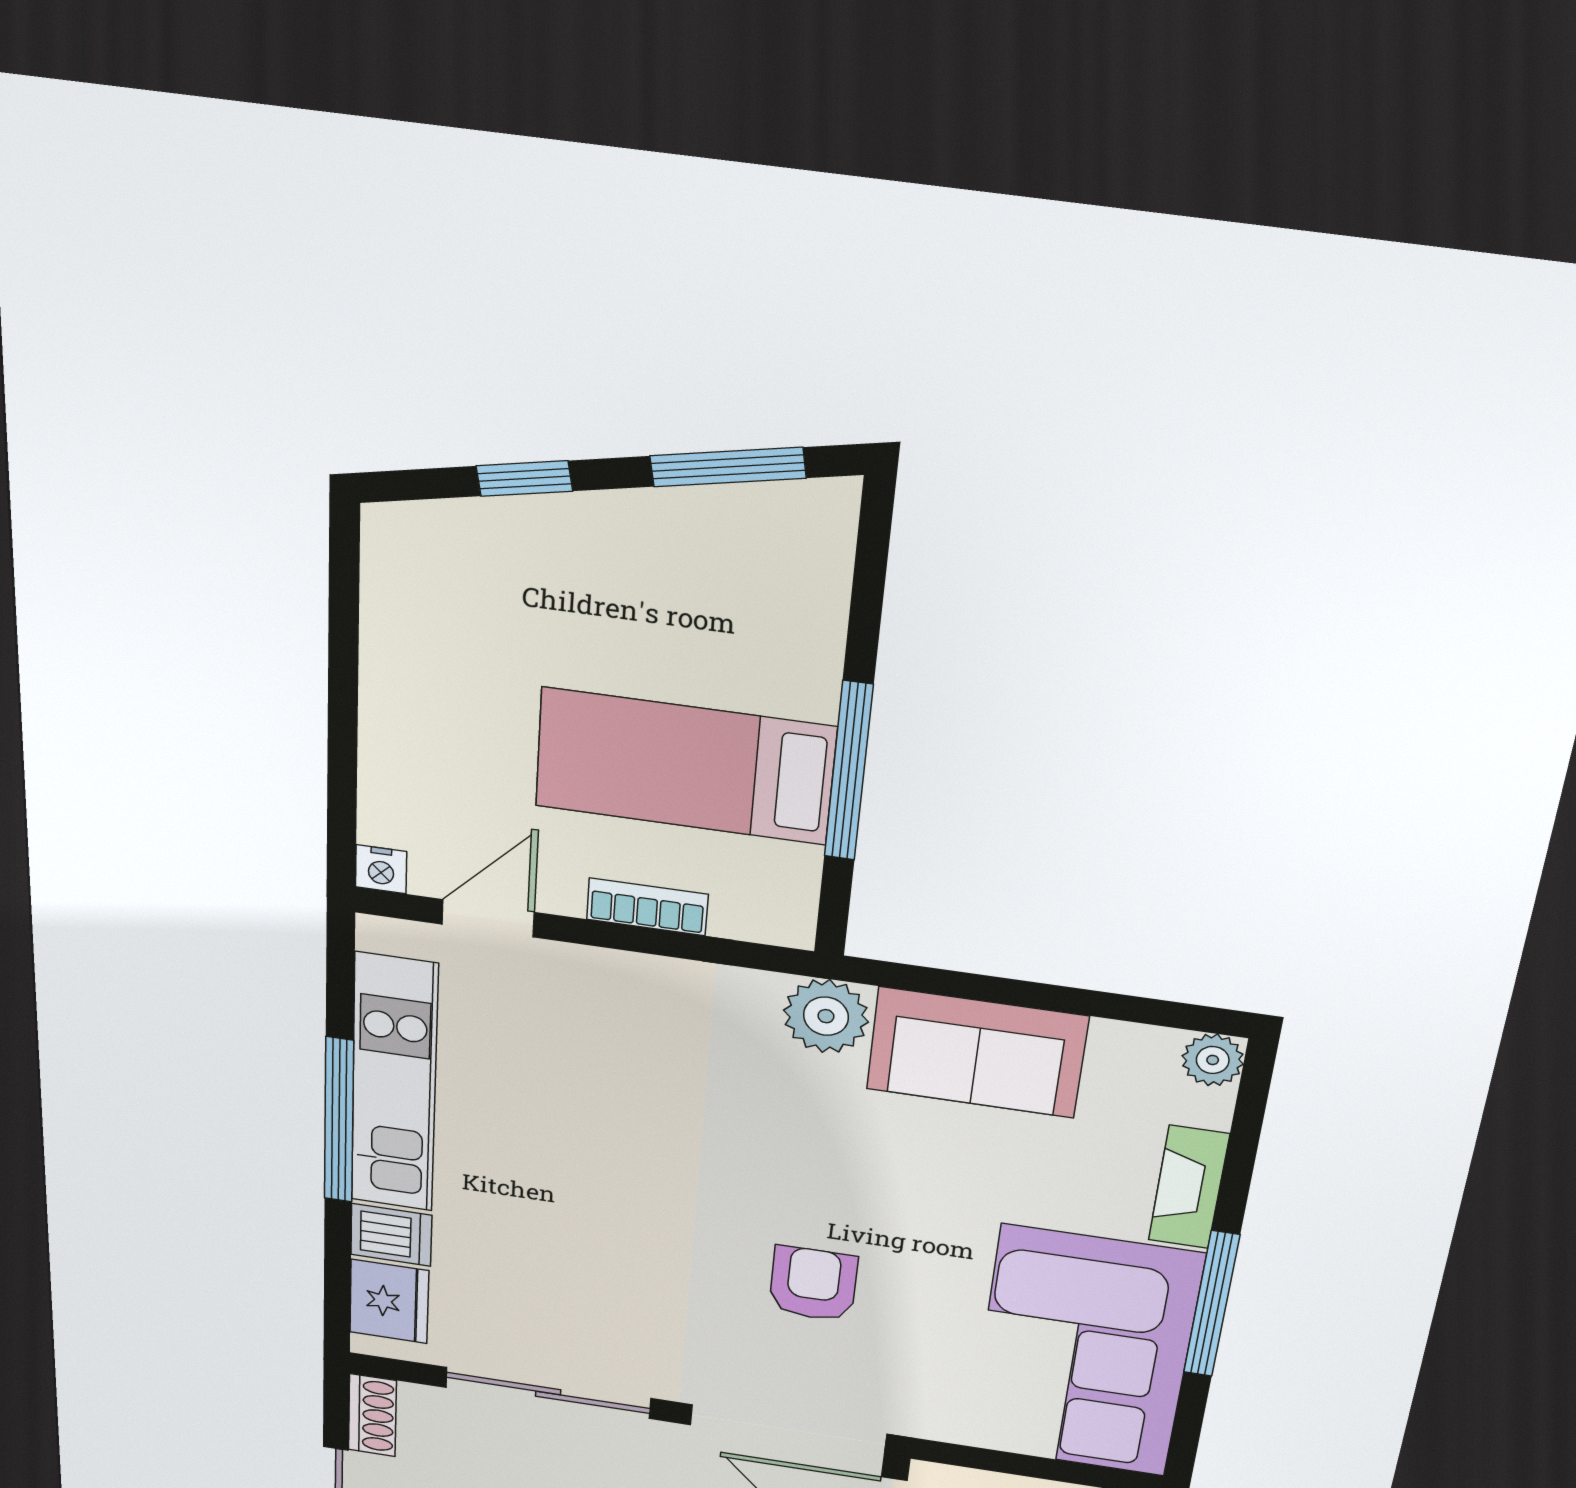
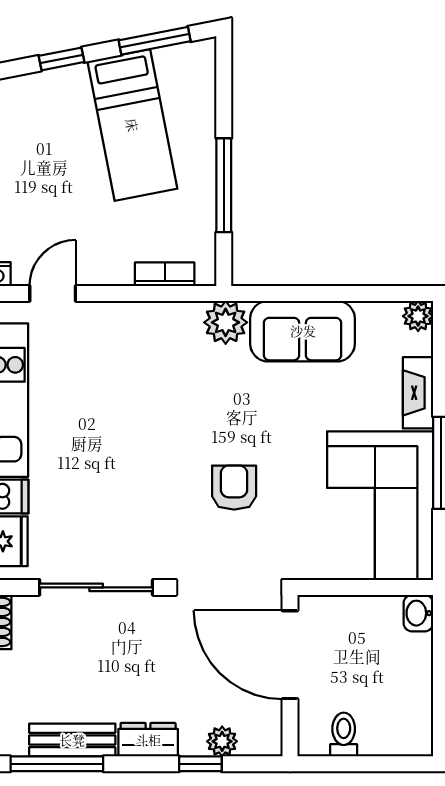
bed: (685, 766) -> (132, 125), moved, turned -101
bookcase: (647, 907) -> (165, 274), moved

